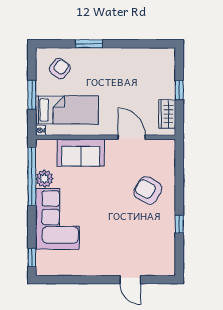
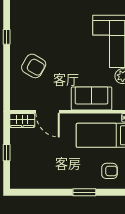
armchair: (60, 69) -> (109, 171), turned -127
wardrobe: (167, 114) -> (22, 120), moved, turned 90

